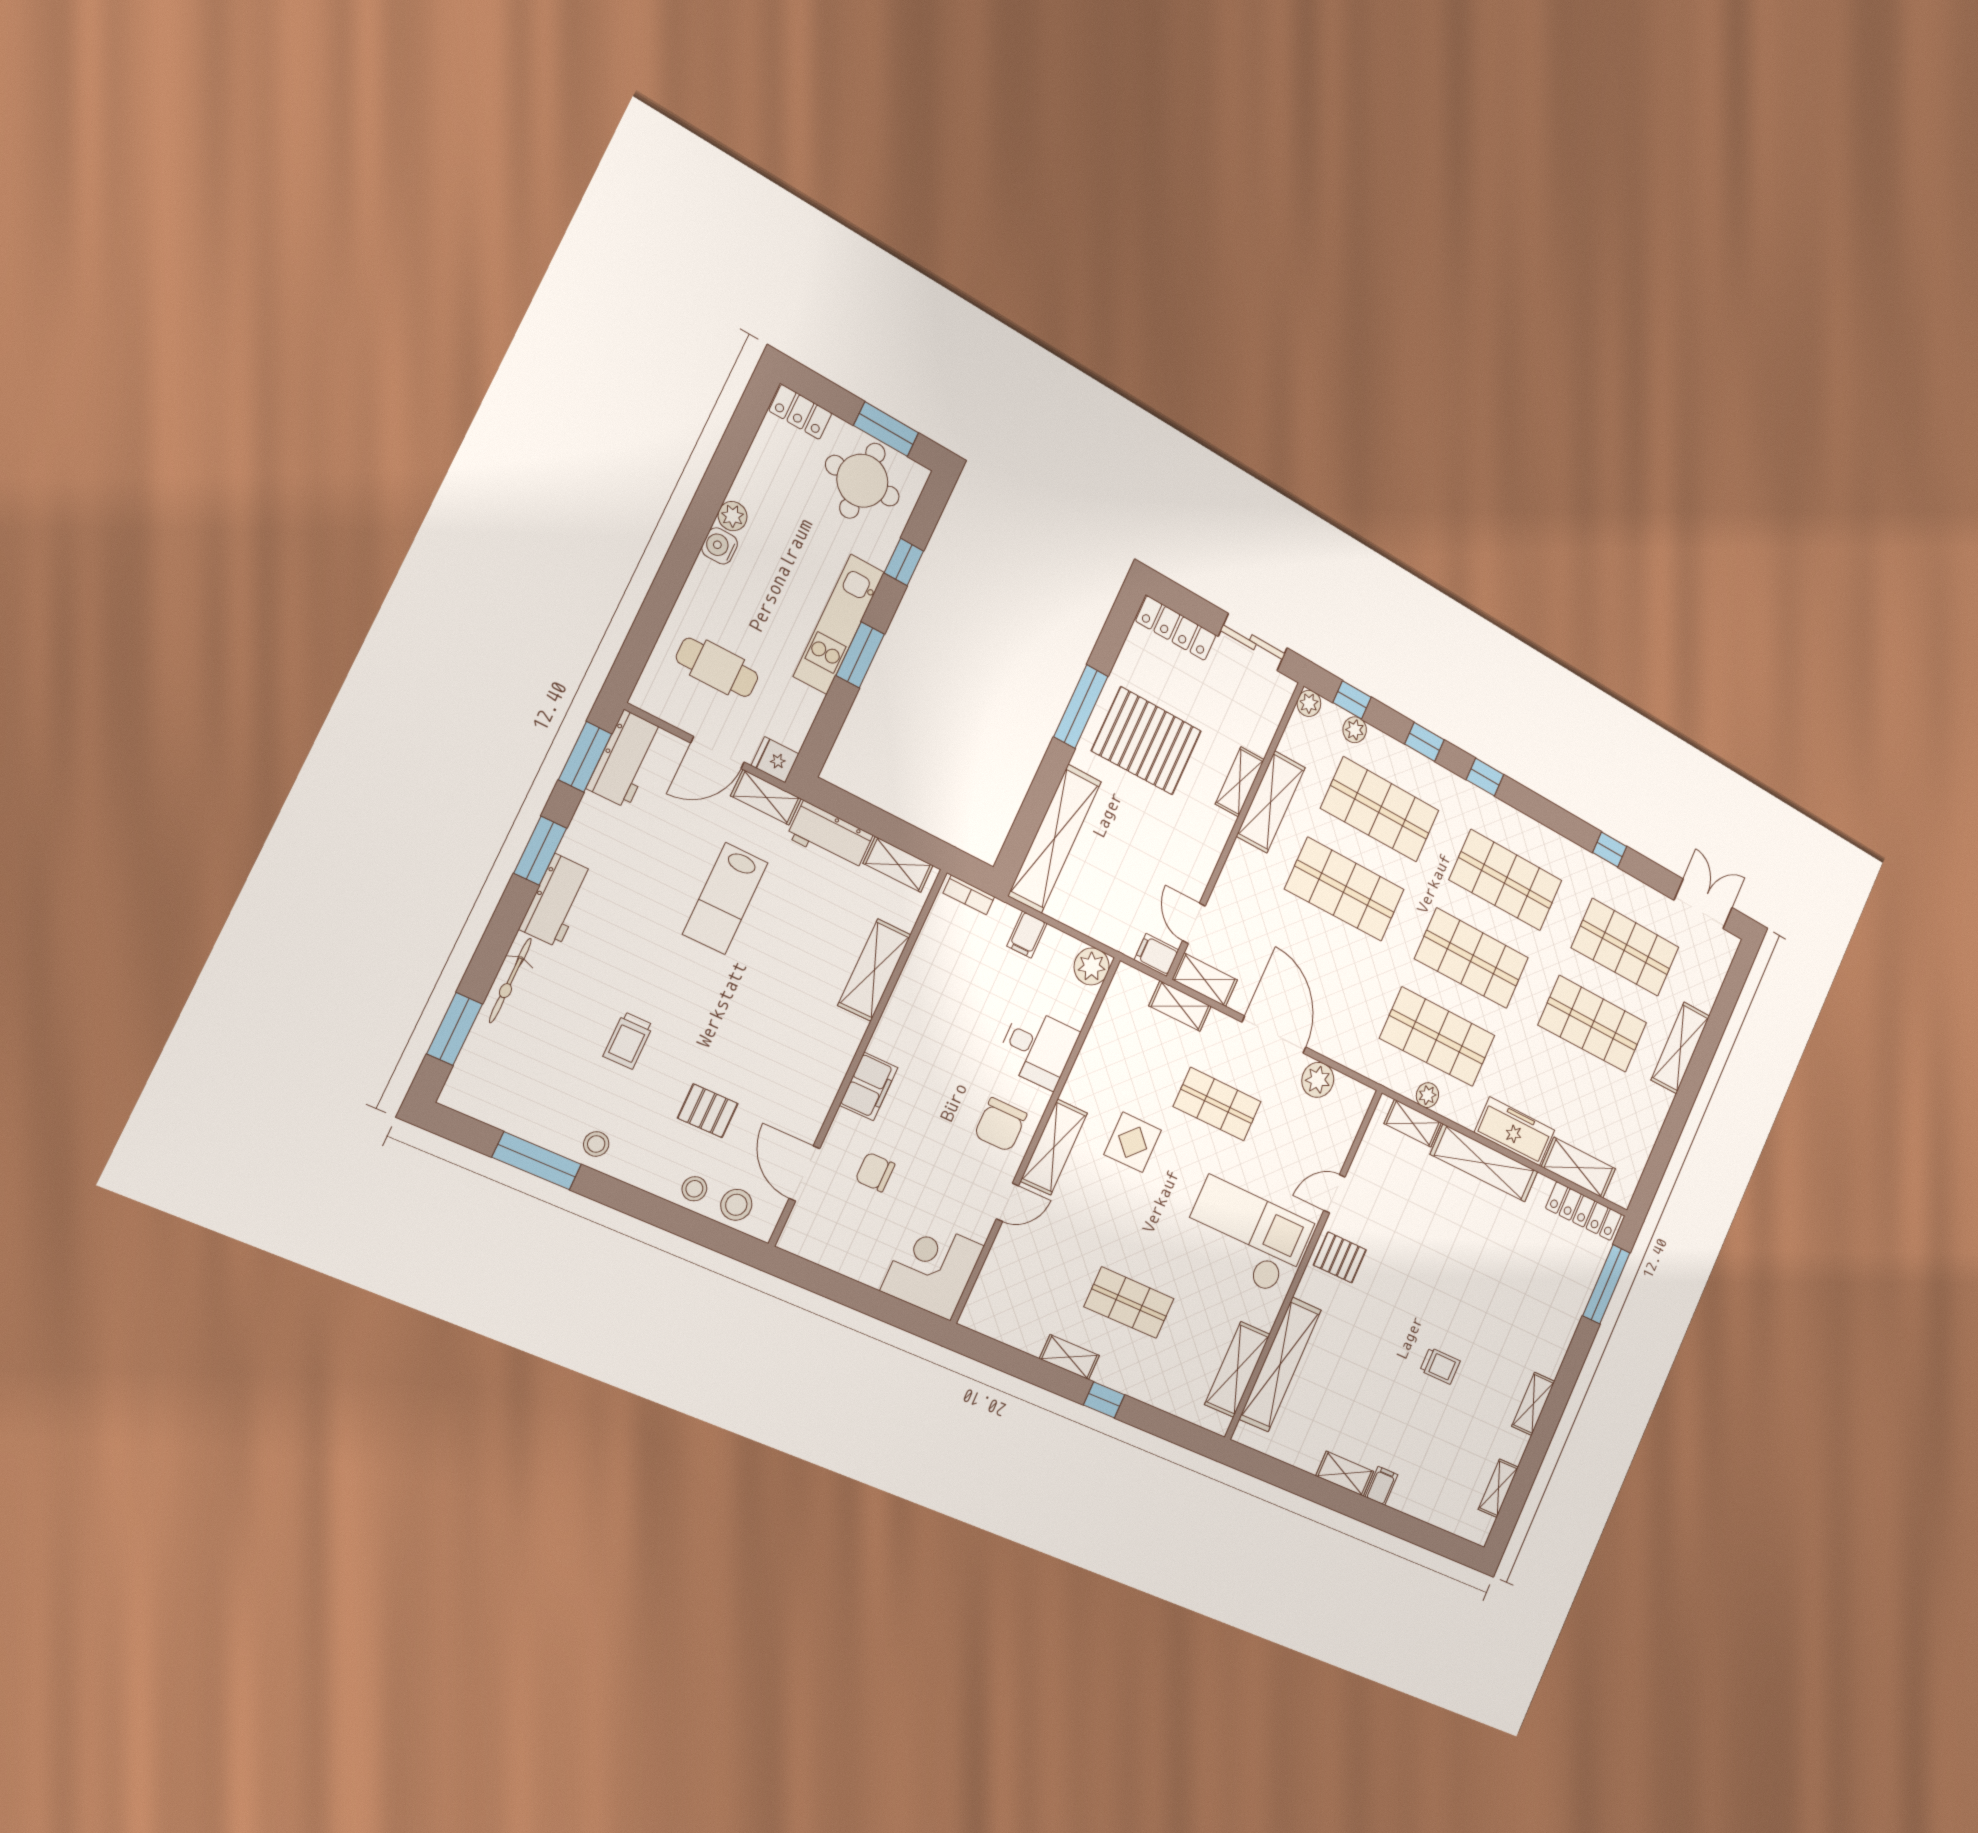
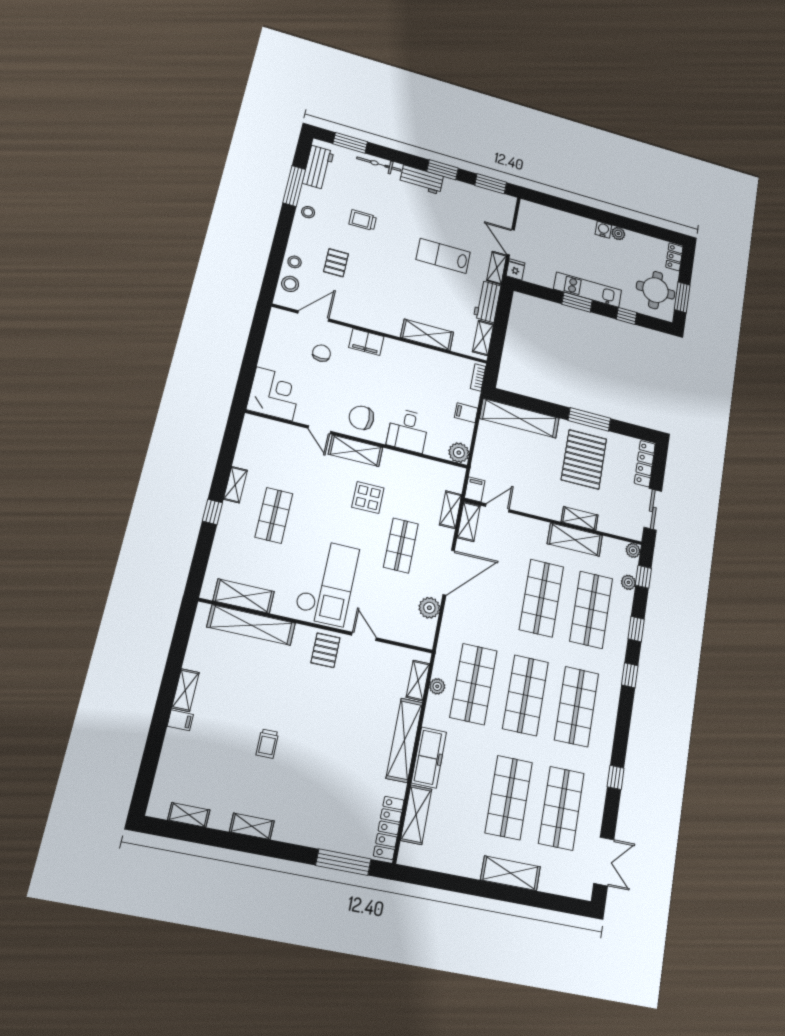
cafe table: (717, 667) -> (549, 236), removed
workbench: (626, 759) -> (318, 167), moved, turned -90

